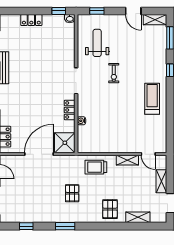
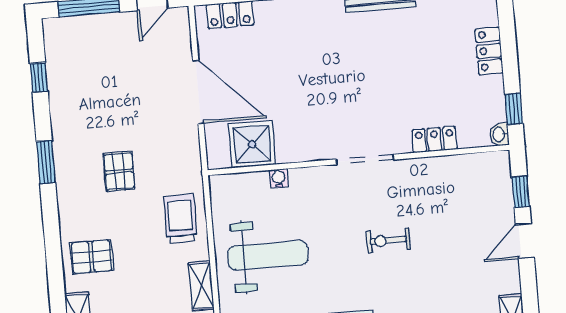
door: (133, 11) -> (525, 241), moved
weight bench: (97, 43) -> (268, 255), moved, width x1.36, depth x1.33
locker: (70, 110) -> (434, 139), moved
shower: (65, 143) -> (252, 144), moved
pallet: (72, 193) -> (119, 171), turned 90

